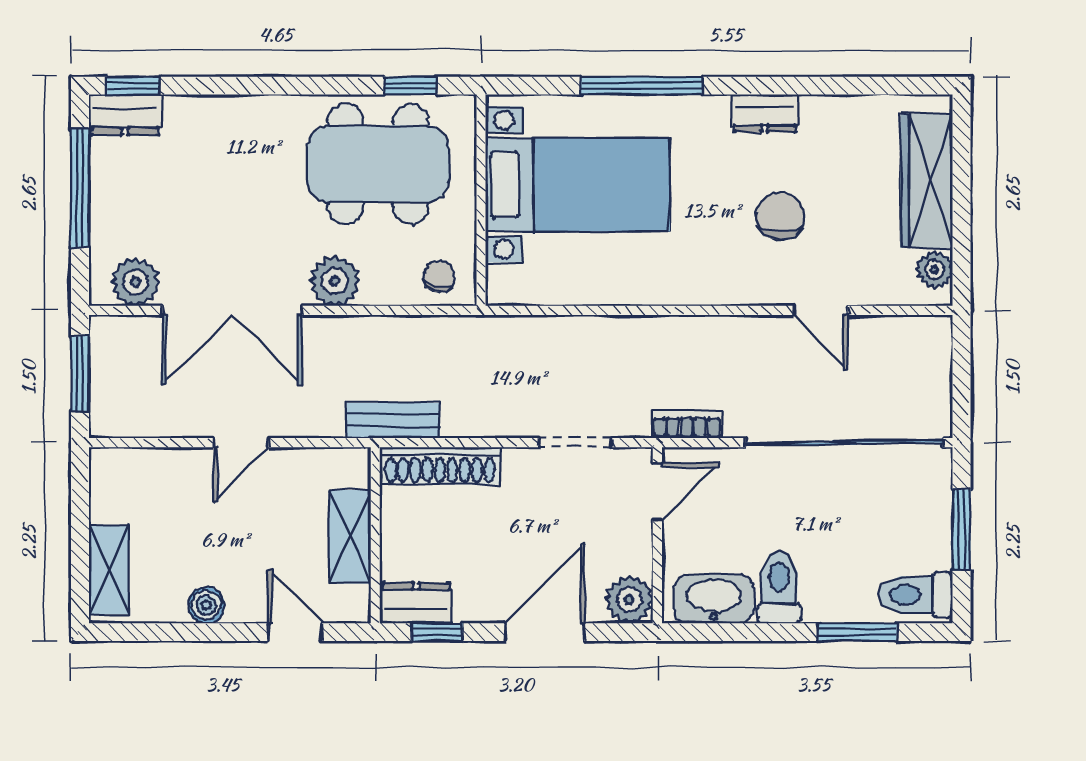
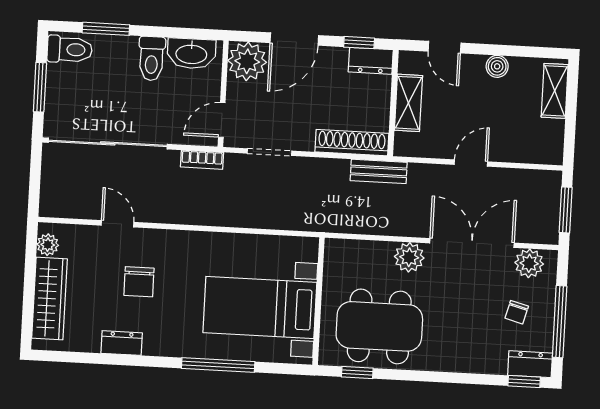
dresser: (765, 113) -> (122, 343), moved
chair: (439, 277) -> (517, 312), moved
plant: (629, 600) -> (247, 61), width x1.36, depth x1.36

